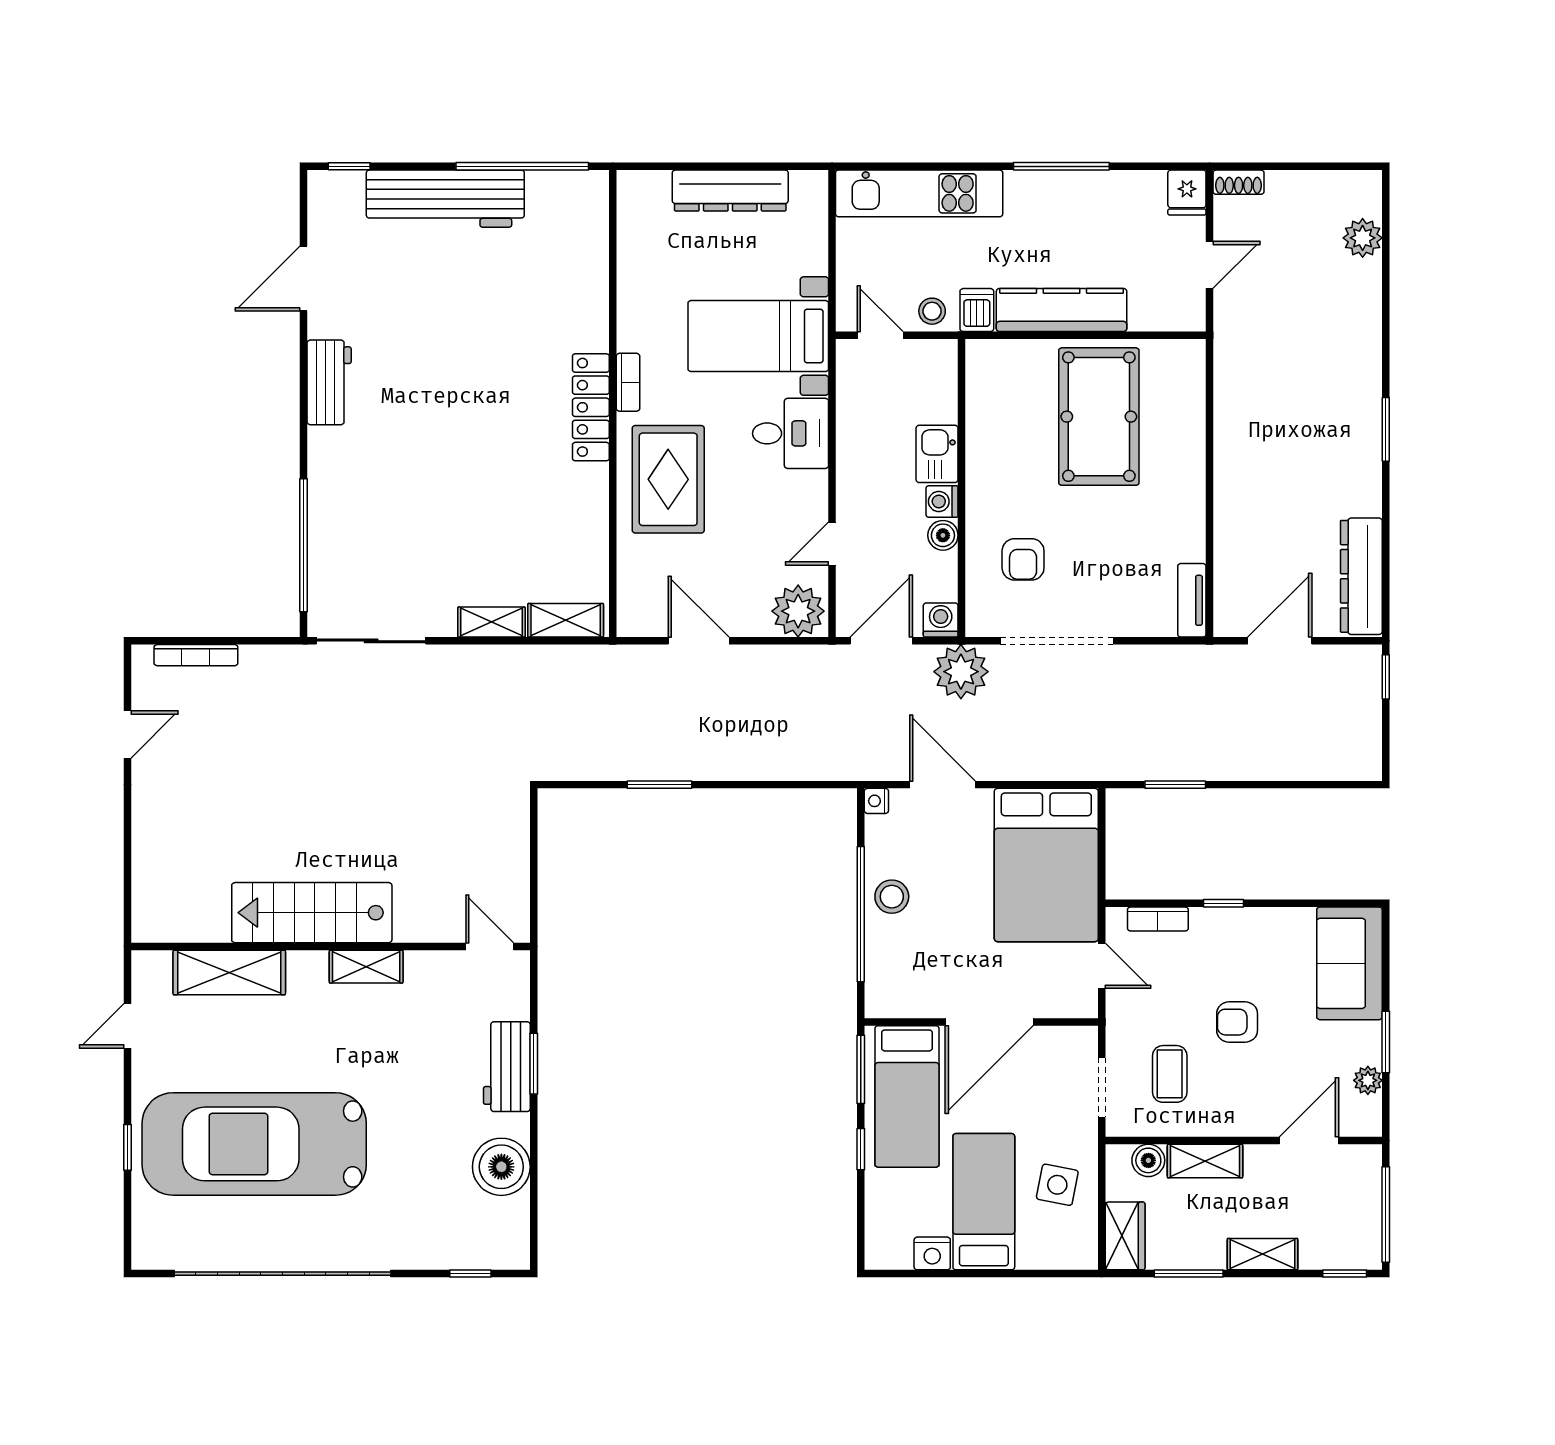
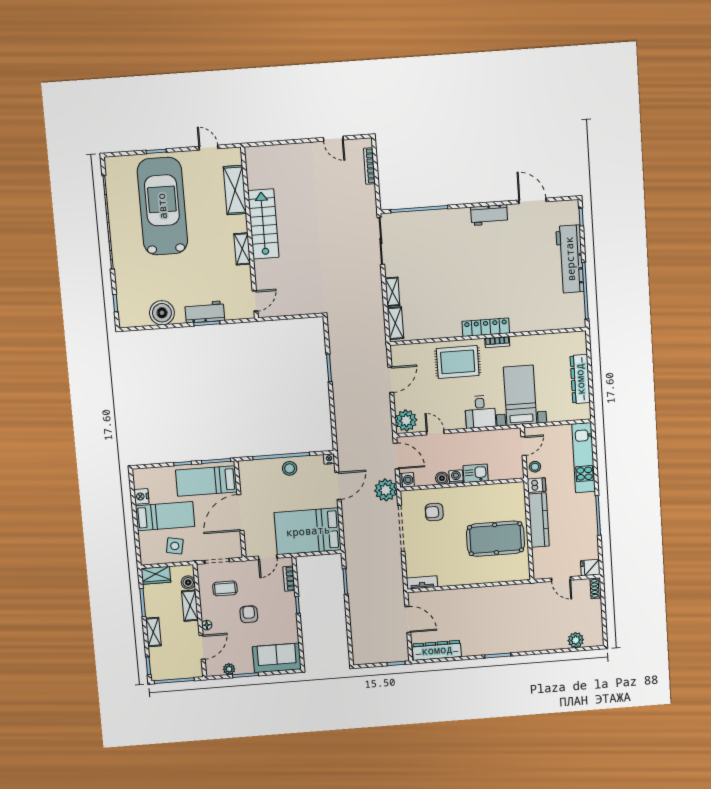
door: (989, 1022) -> (240, 513), hinge flipped
floor lamp: (1256, 1125) -> (207, 625), added
door: (1309, 1141) -> (202, 647), hinge flipped

